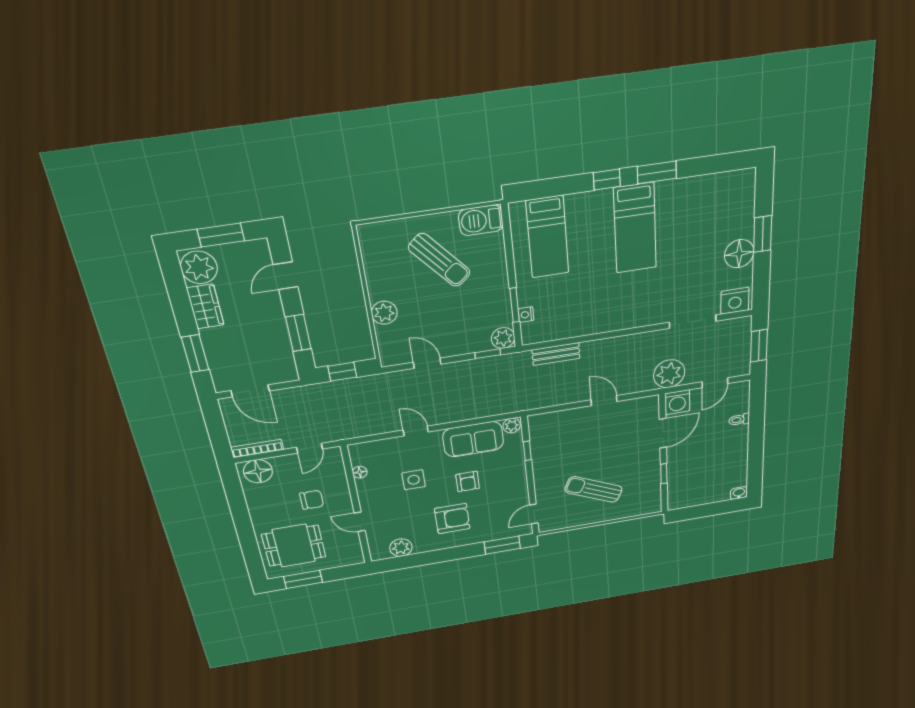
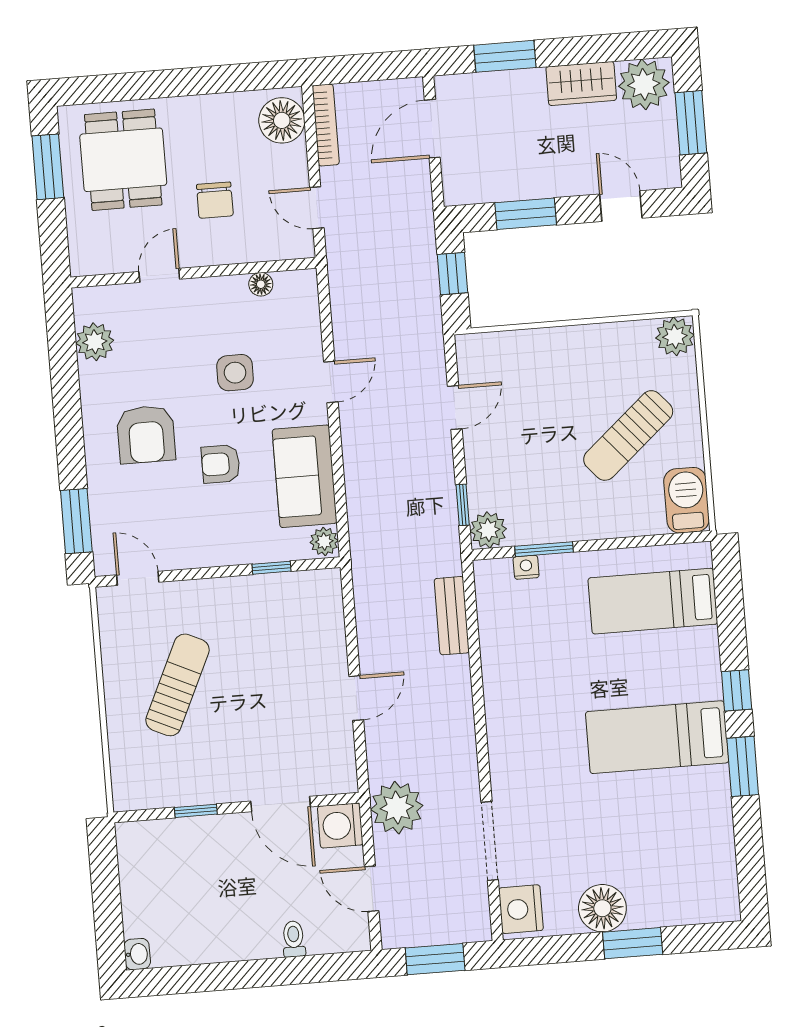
plant: (384, 313) -> (675, 336), moved

